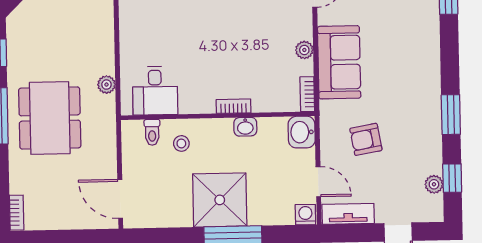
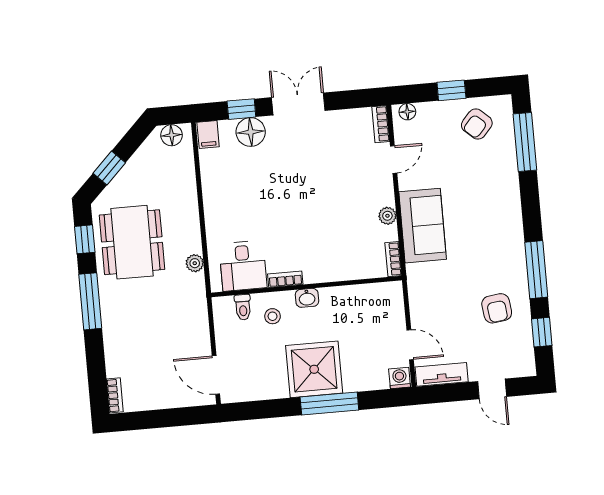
bookcase: (233, 106) -> (285, 279), moved
window: (451, 115) -> (536, 270), width x1.44
dining table: (50, 118) -> (132, 242), moved
washbasin: (245, 127) -> (307, 298), moved
washbasin: (302, 132) -> (390, 297), removed
armchair: (366, 139) -> (497, 308), moved, turned -87
plant: (434, 184) -> (524, 339), removed

